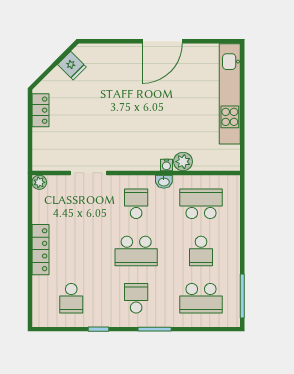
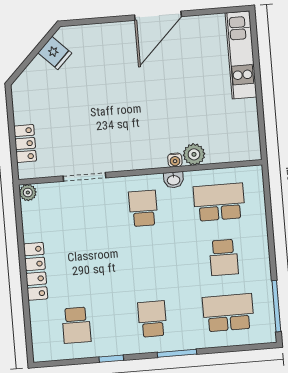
kitchen unit: (230, 94) -> (241, 55), width x0.73
locker: (40, 110) -> (25, 144), moved
school desk: (136, 251) -> (148, 264), removed
school desk: (201, 298) -> (228, 313), turned 180

